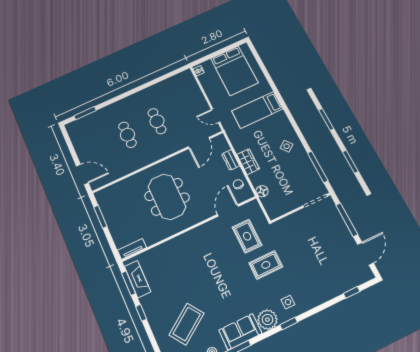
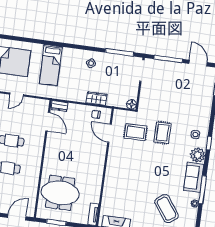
door: (216, 116) -> (17, 95), moved
dresser: (231, 160) -> (60, 106), moved
wardrobe: (248, 162) -> (96, 99), moved
floor lamp: (262, 191) -> (131, 104), moved
meeting table: (167, 197) -> (60, 193), moved

